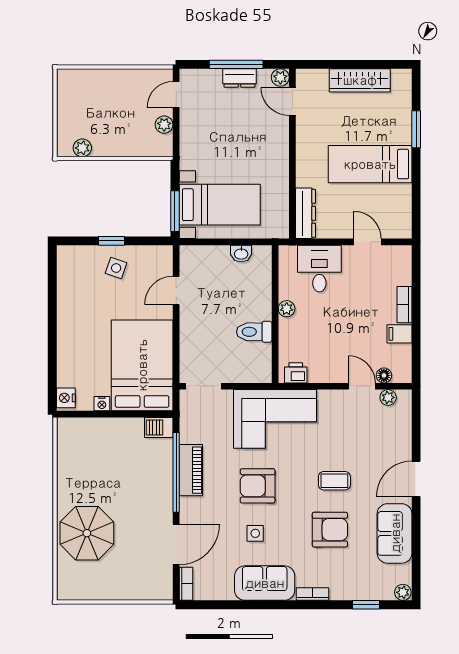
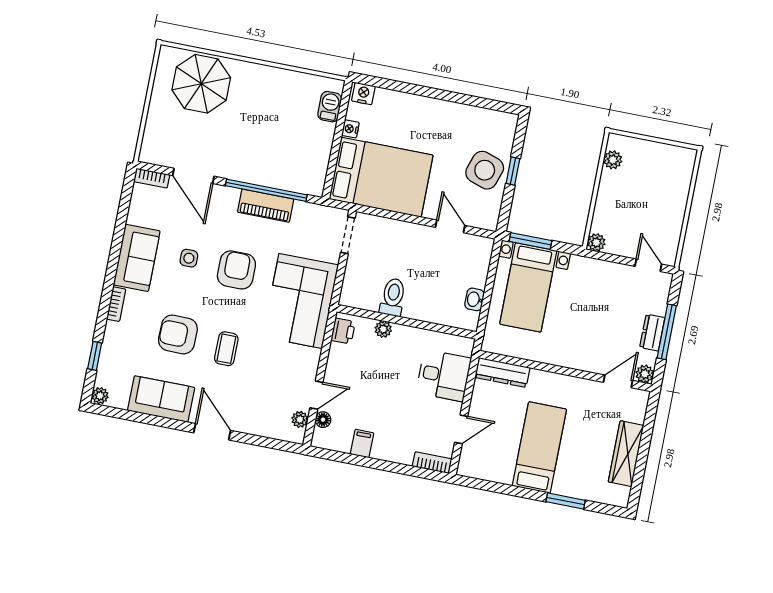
plant: (164, 125) -> (596, 242), moved
side table: (116, 268) -> (485, 170), width x1.87, depth x1.87
bookcase: (405, 305) -> (432, 463), moved
plant: (287, 309) -> (383, 329), moved
barbecue: (159, 427) -> (330, 107), moved
armchair: (330, 530) -> (178, 334), turned 91
parasol: (87, 533) -> (201, 84), moved

